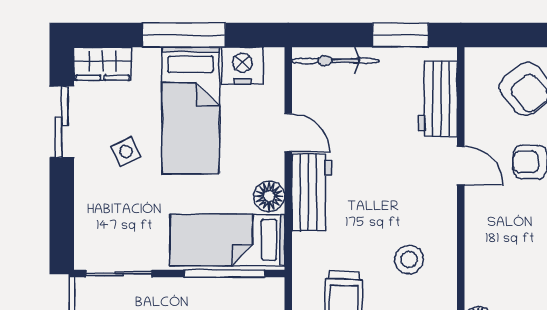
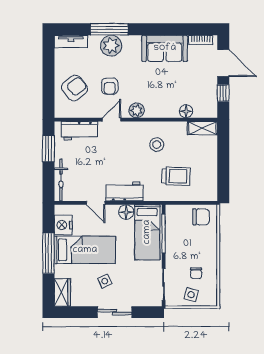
sliding door: (62, 122) -> (115, 312), moved
door: (288, 133) -> (96, 203), swing flipped
plant: (480, 218) -> (137, 110), added

